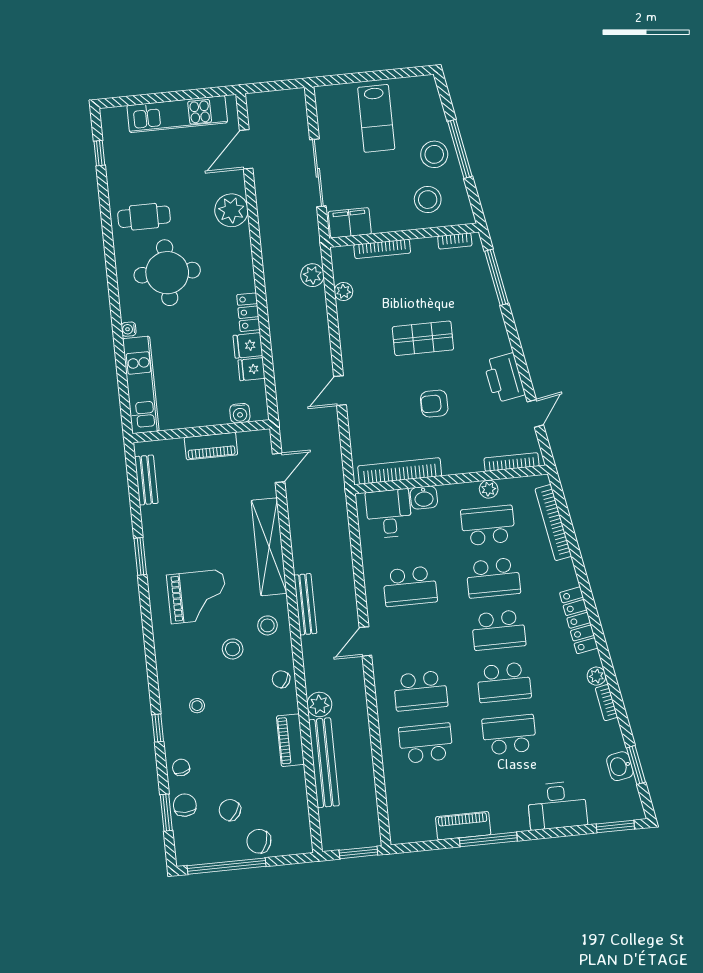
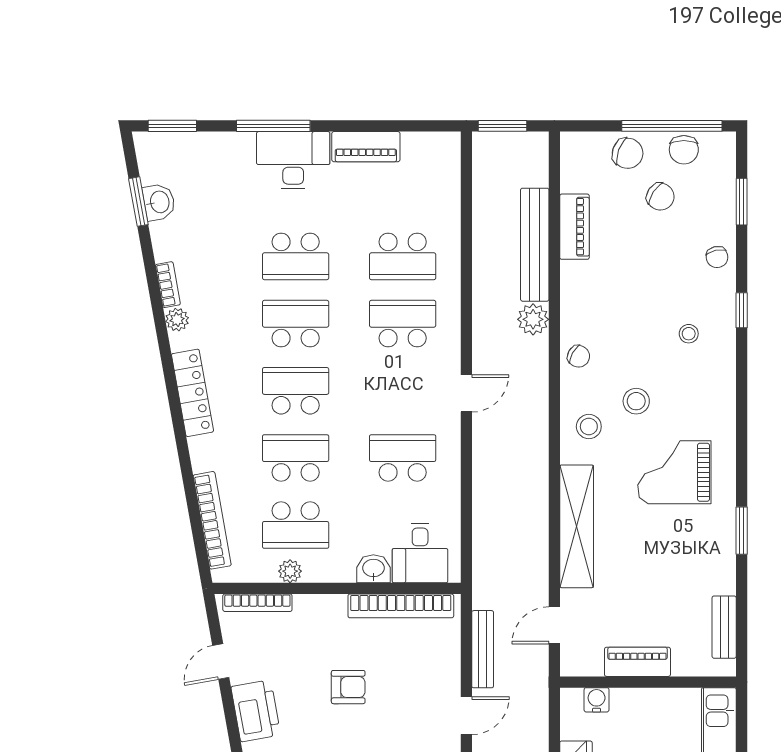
bench: (305, 604) -> (483, 649), moved
piano: (290, 740) -> (574, 227), moved
chair: (185, 805) -> (684, 150), moved
desk: (557, 806) -> (293, 160), moved
window: (488, 839) -> (273, 126), moved

